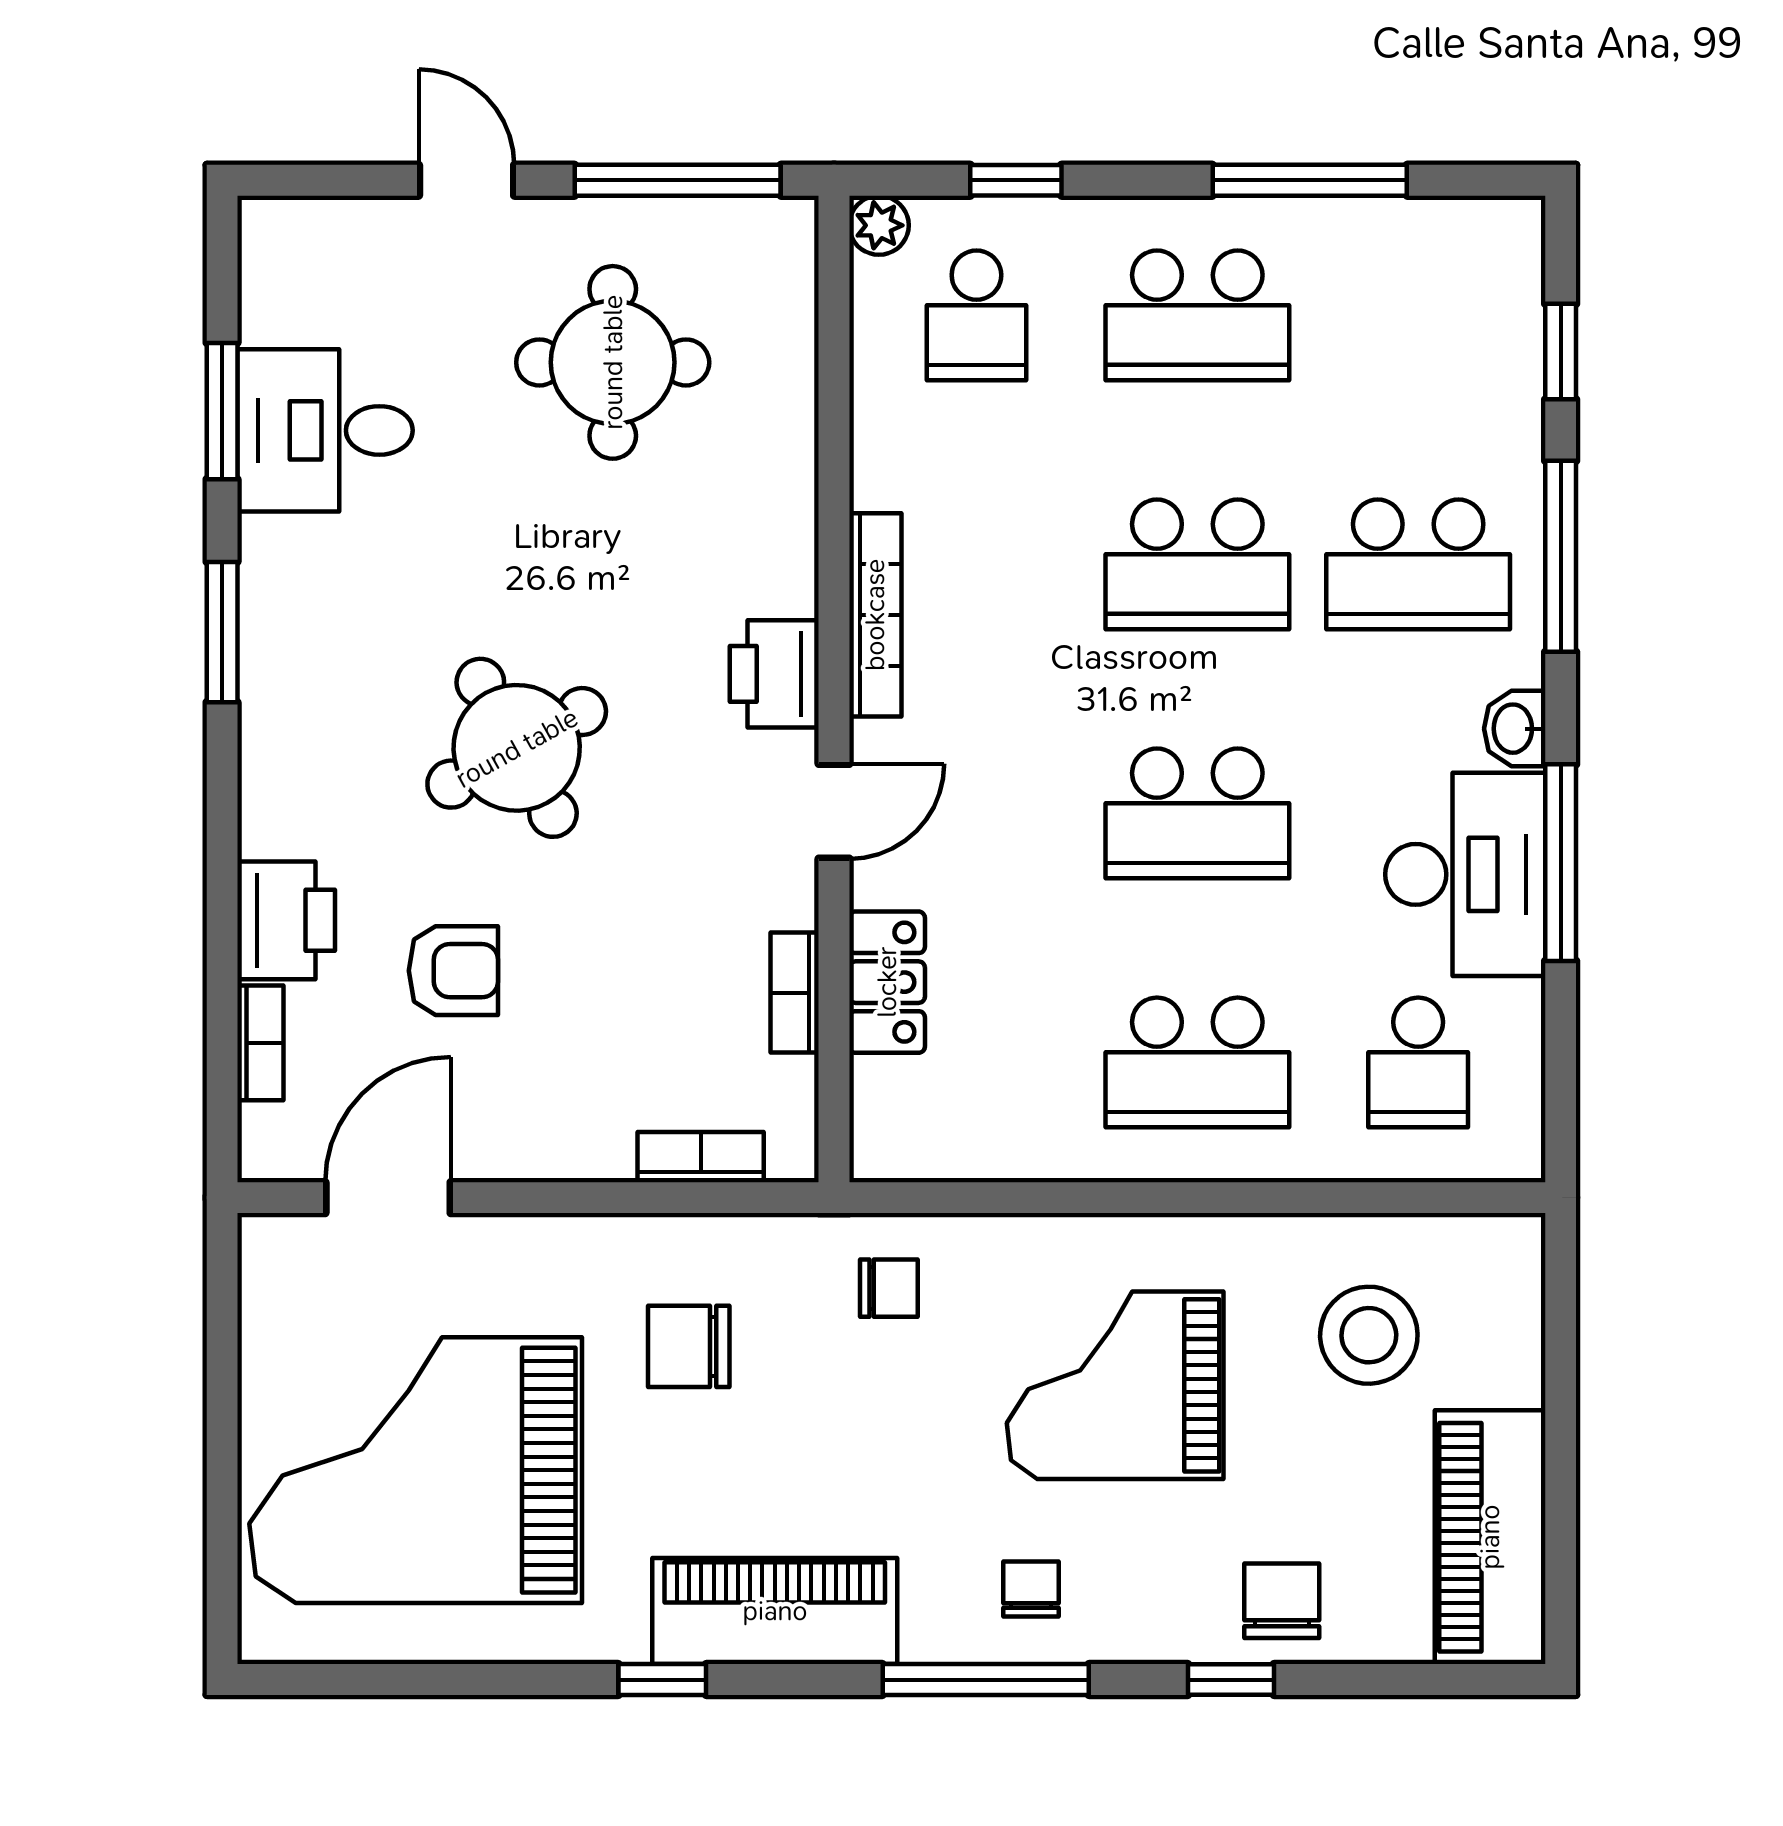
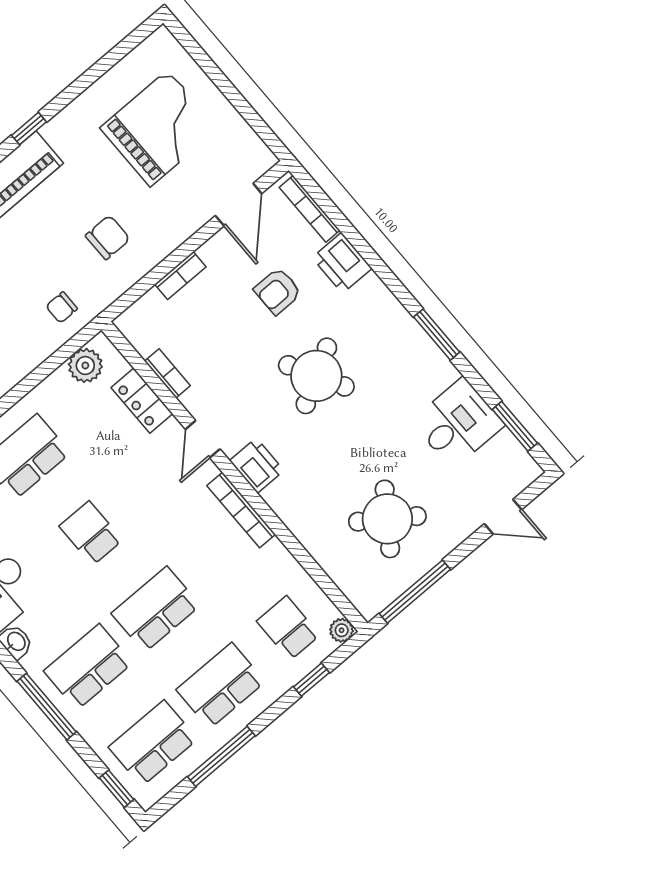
door: (467, 180) -> (503, 517), moved
school desk: (1418, 315) -> (153, 743), added
window: (1561, 352) -> (117, 789), moved
round table: (613, 362) -> (387, 519), turned 35
window: (222, 411) -> (515, 426), moved
school desk: (1197, 813) -> (91, 533), width x0.54
bookcase: (260, 1043) -> (310, 209), width x1.56
plant: (938, 1140) -> (85, 365), added
bookcase: (701, 1157) -> (180, 276), moved
grand piano: (416, 1470) -> (159, 128), width x0.73, depth x0.68

